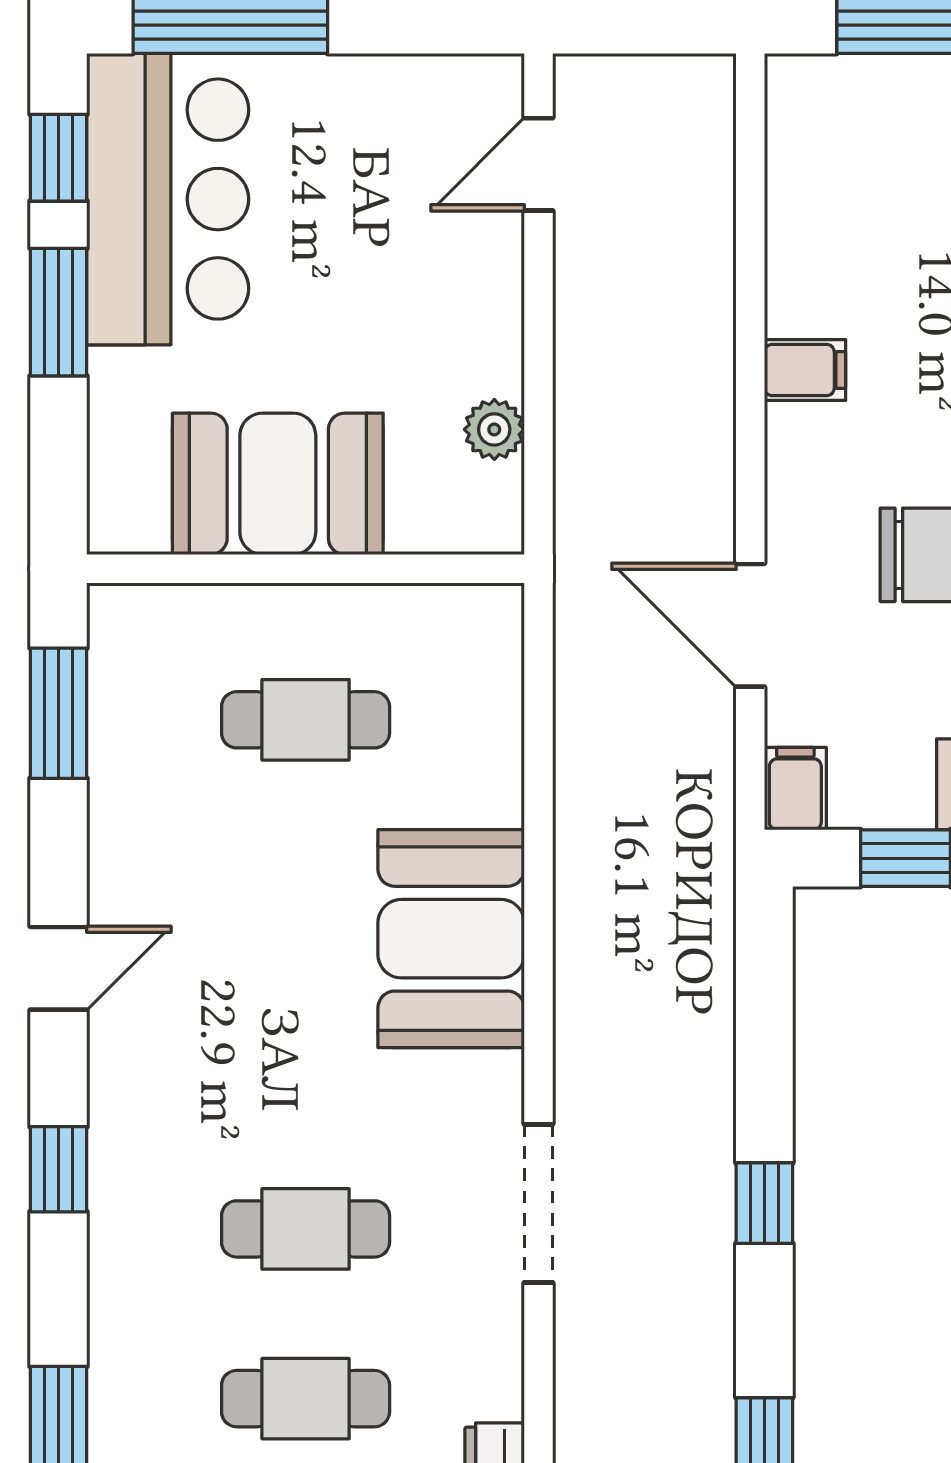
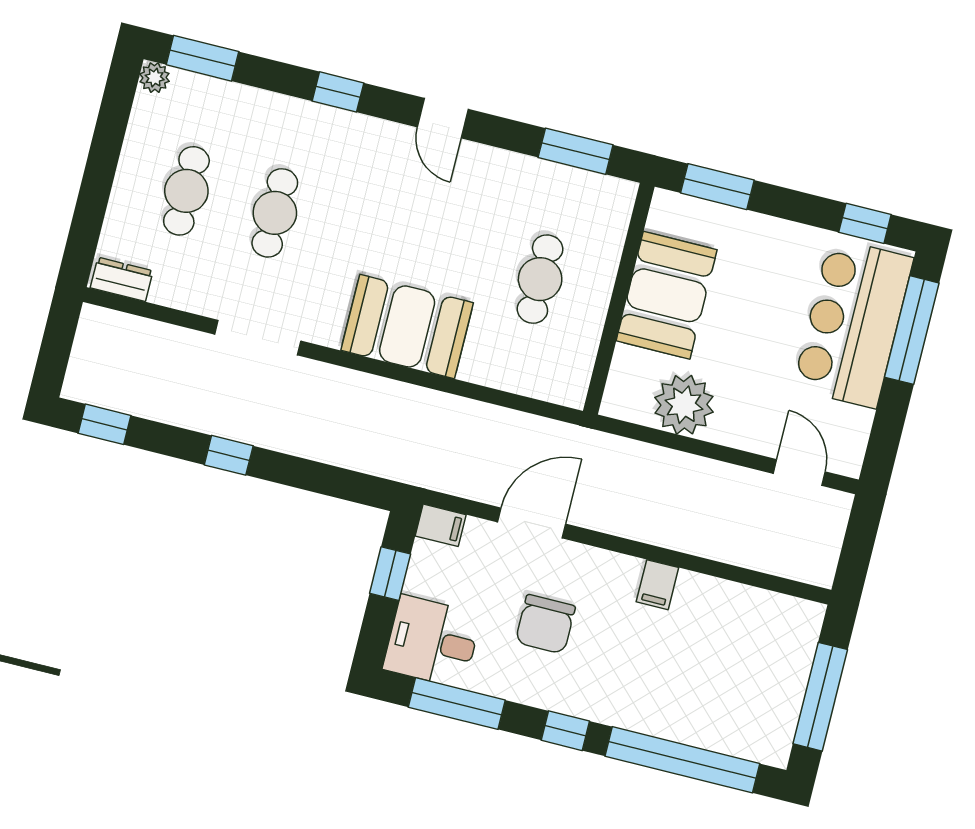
bar counter: (168, 199) -> (853, 323), moved, turned 90
window: (59, 312) -> (717, 187), moved
plant: (494, 429) -> (684, 405), width x1.88, depth x1.88

